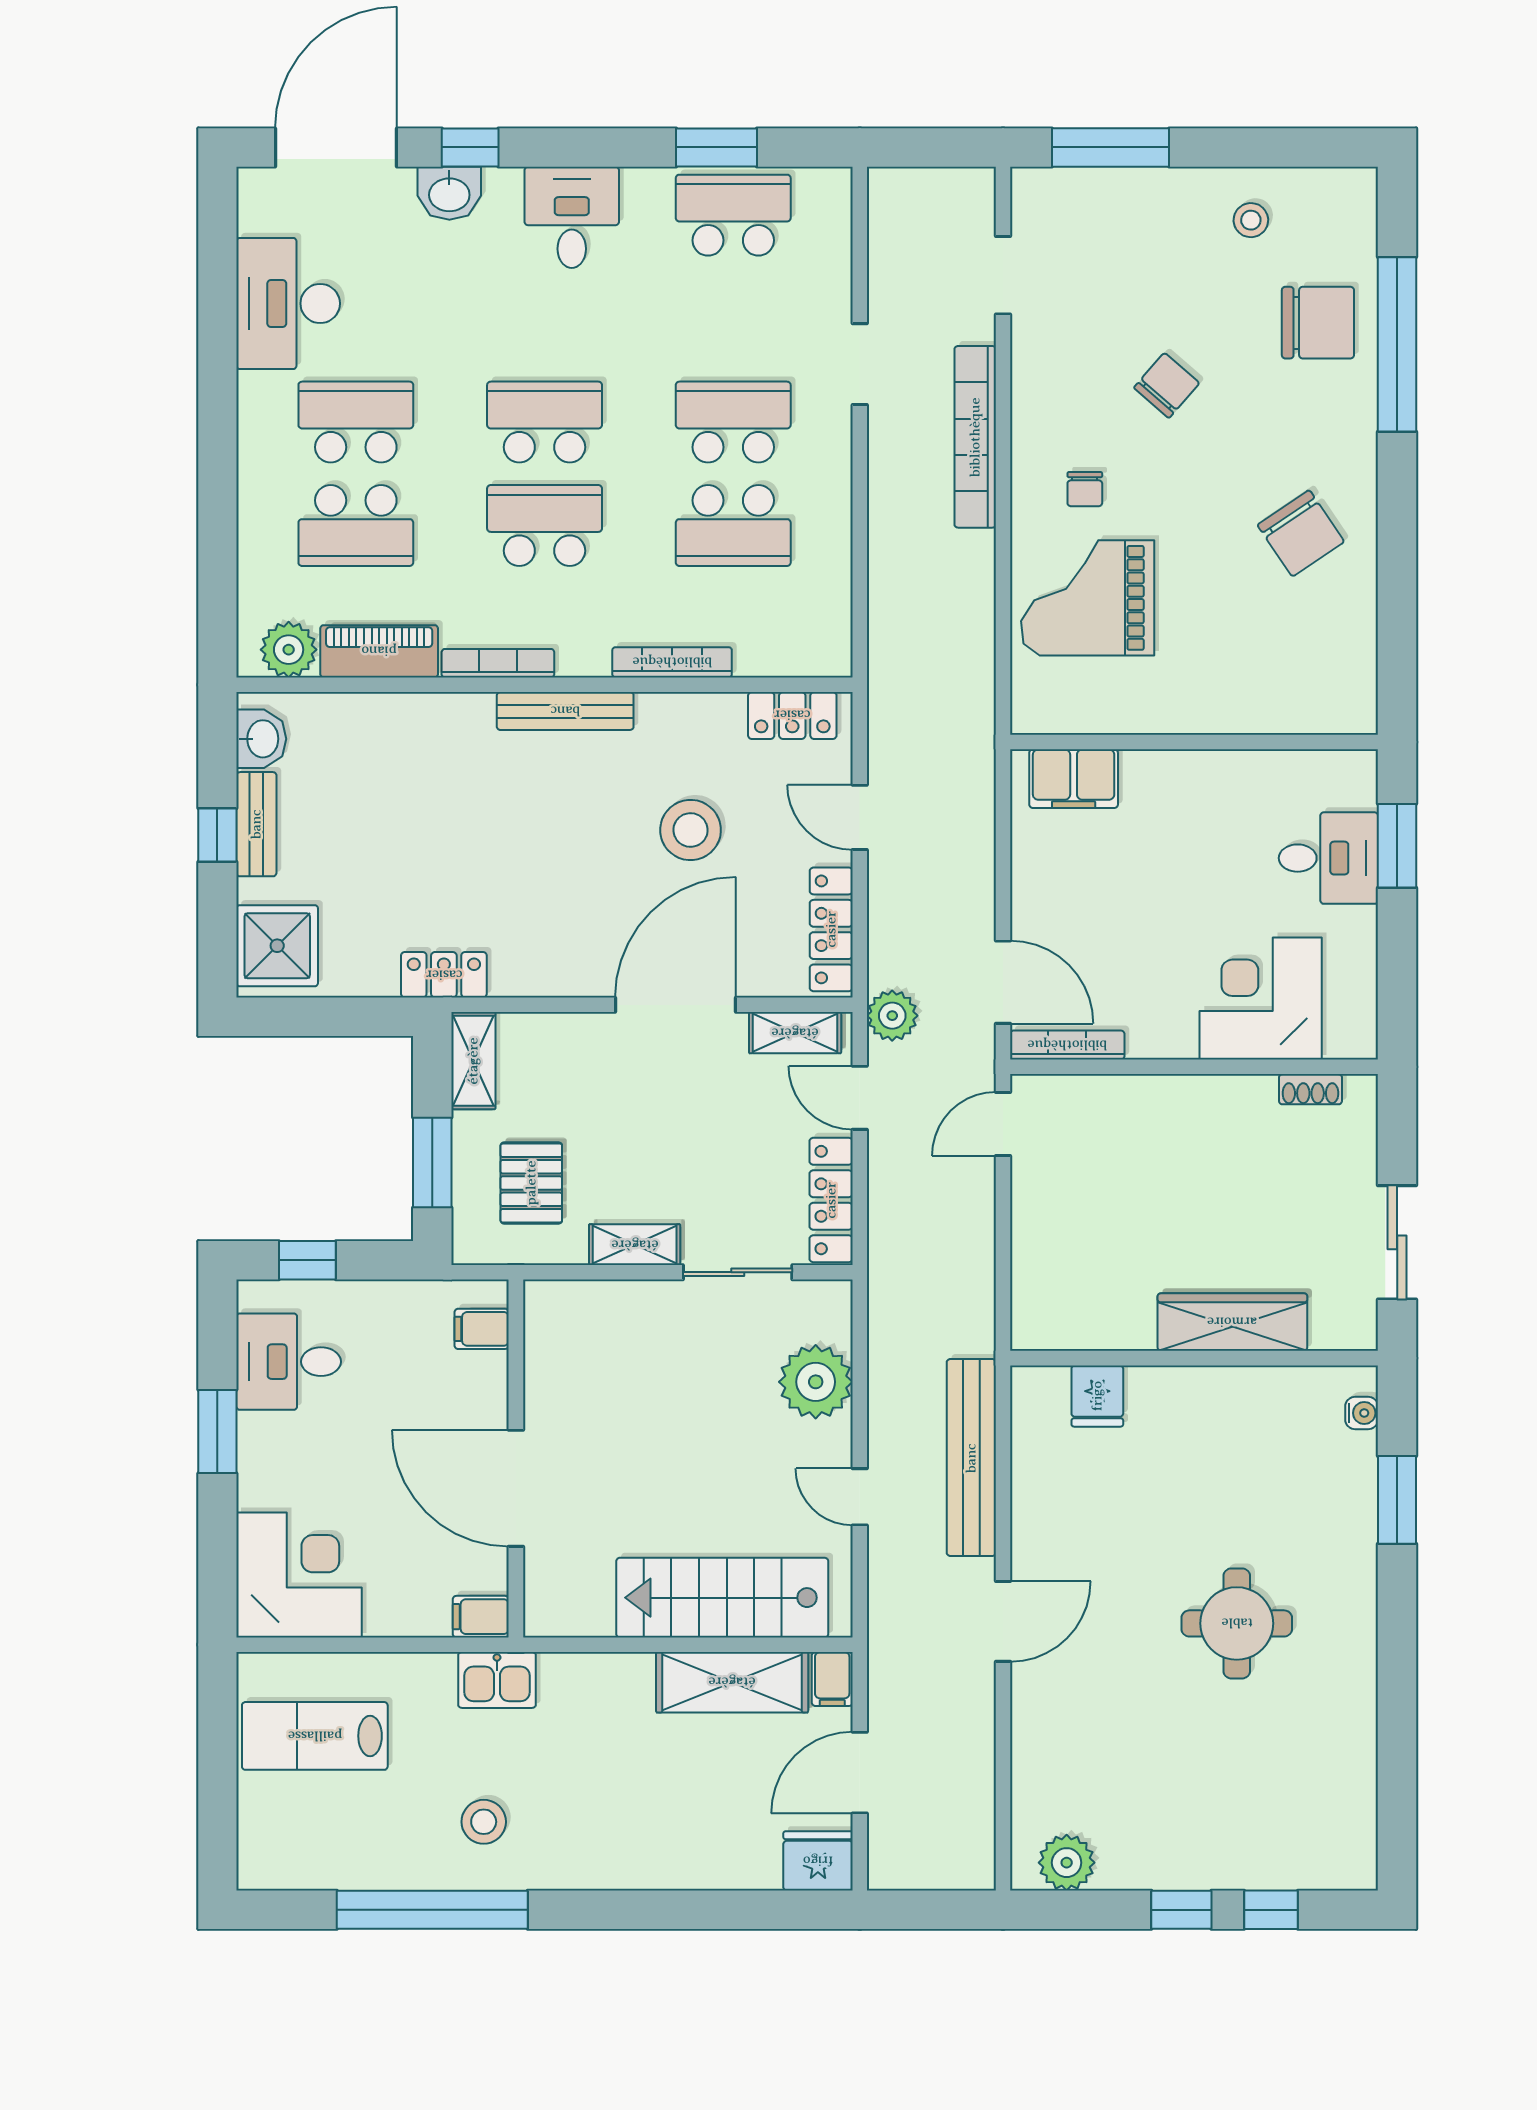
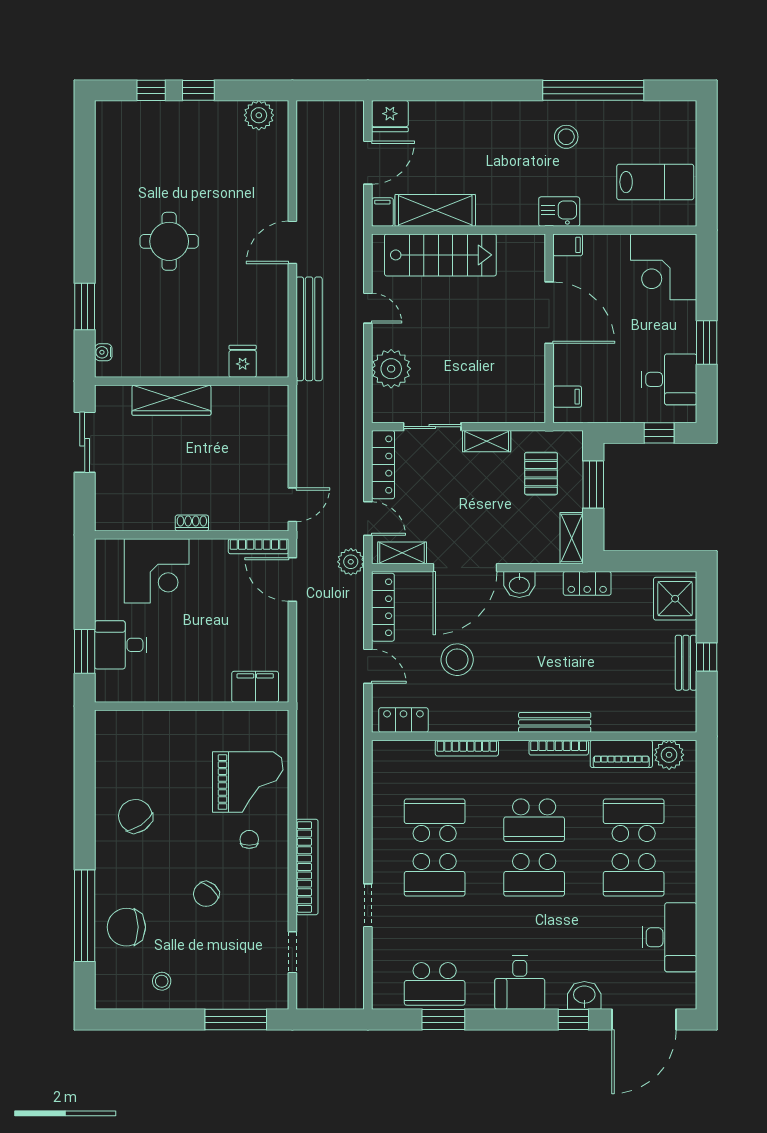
bench: (565, 711) -> (555, 722), moved
washbasin: (261, 739) -> (519, 584), moved, turned -90
shoe rack: (1310, 1089) -> (192, 523), moved

